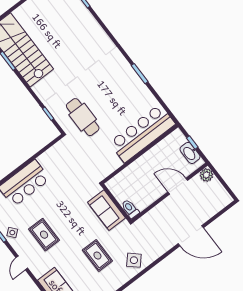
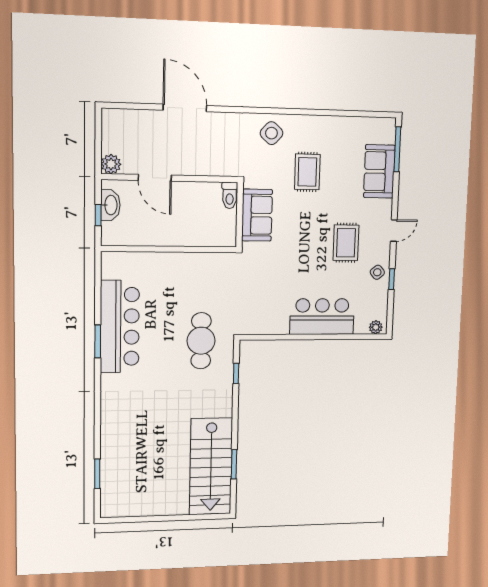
bar counter: (142, 133) -> (120, 327), moved, turned -90

